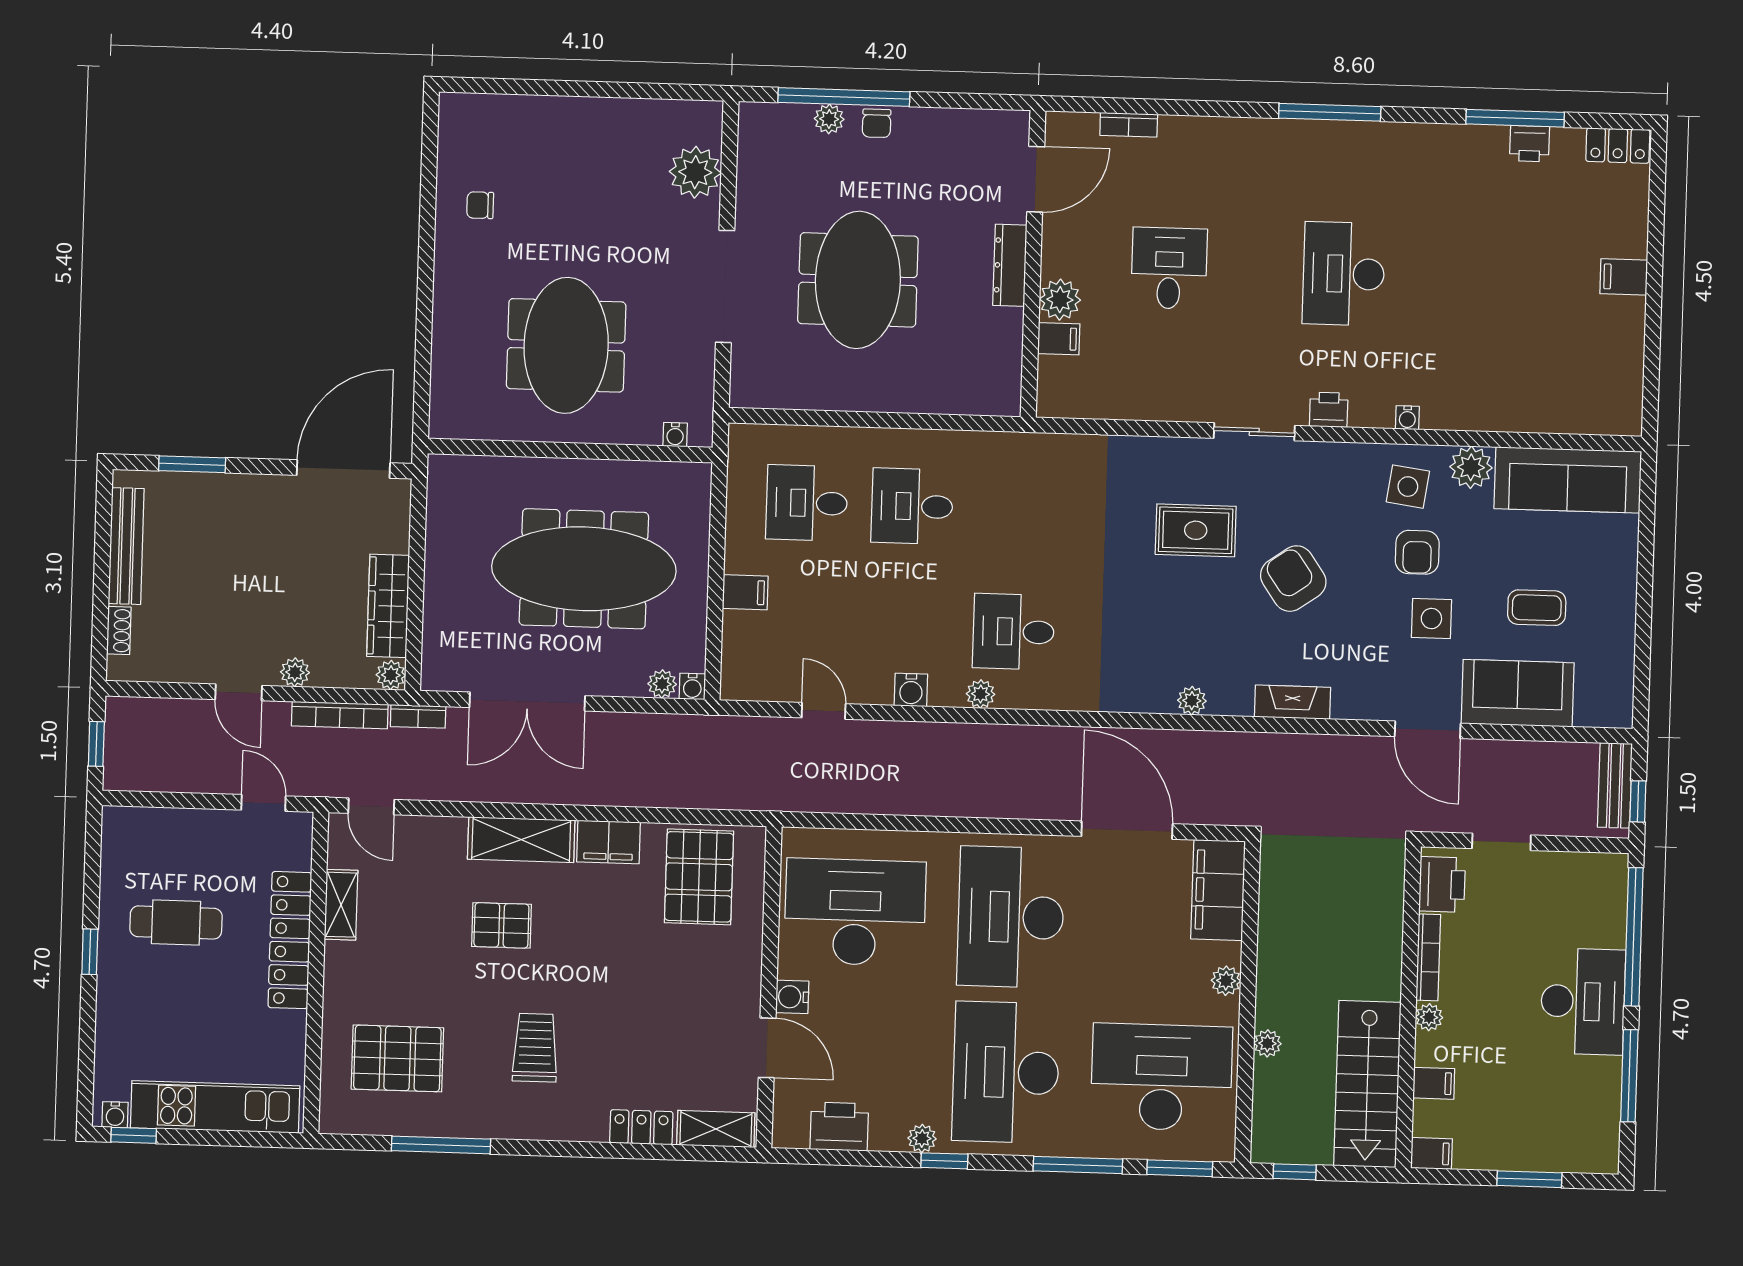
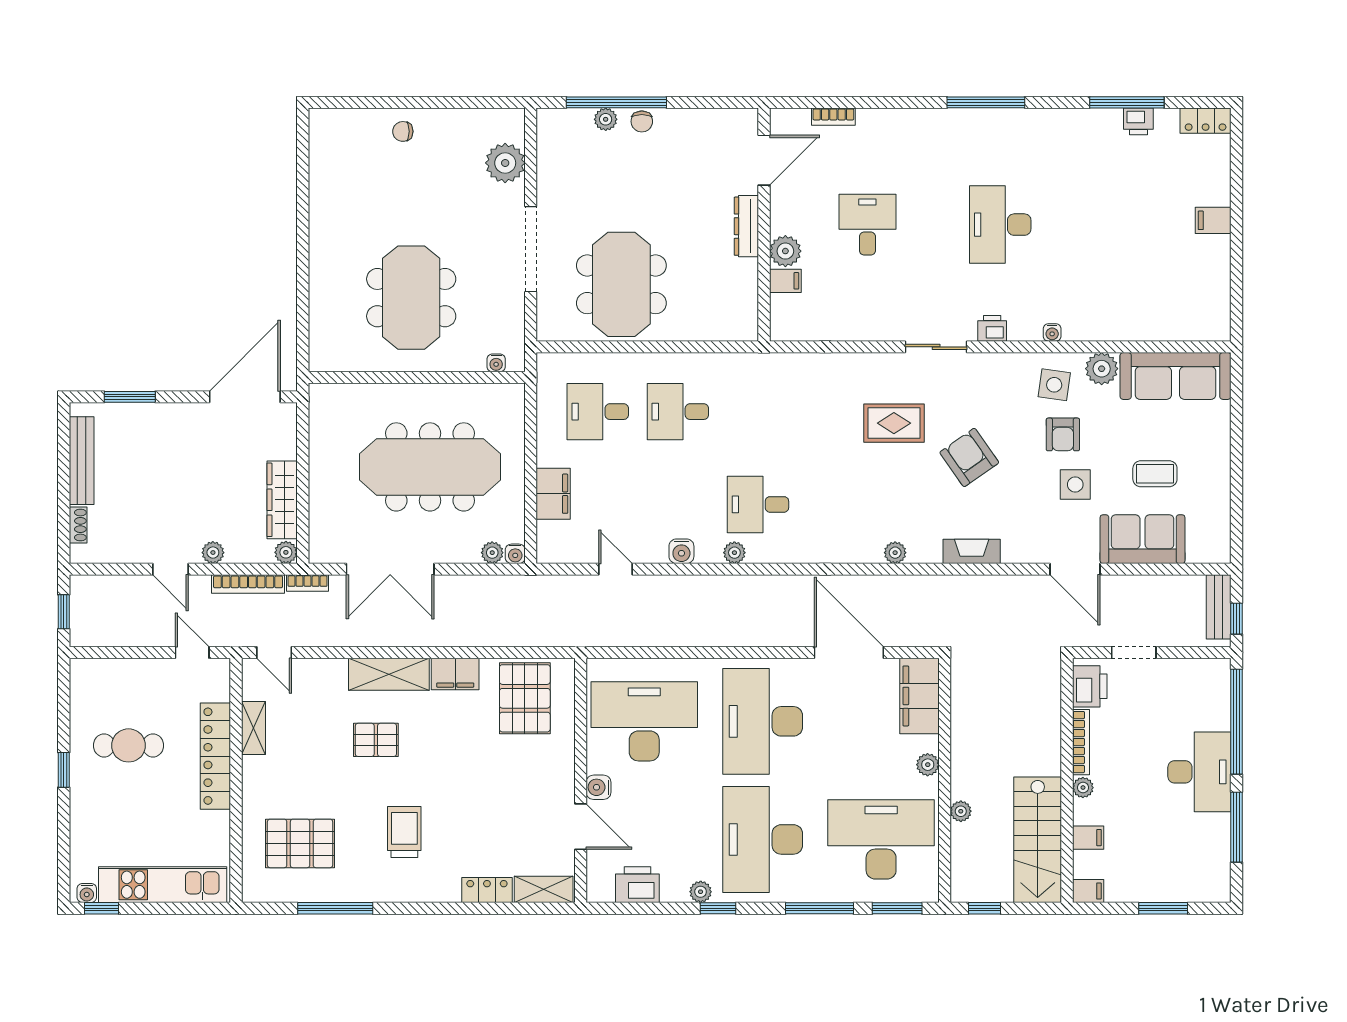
chair: (480, 205) -> (403, 131), moved
meeting table: (858, 280) -> (621, 284), moved
filing cabinet: (745, 592) -> (553, 494), width x2.00

